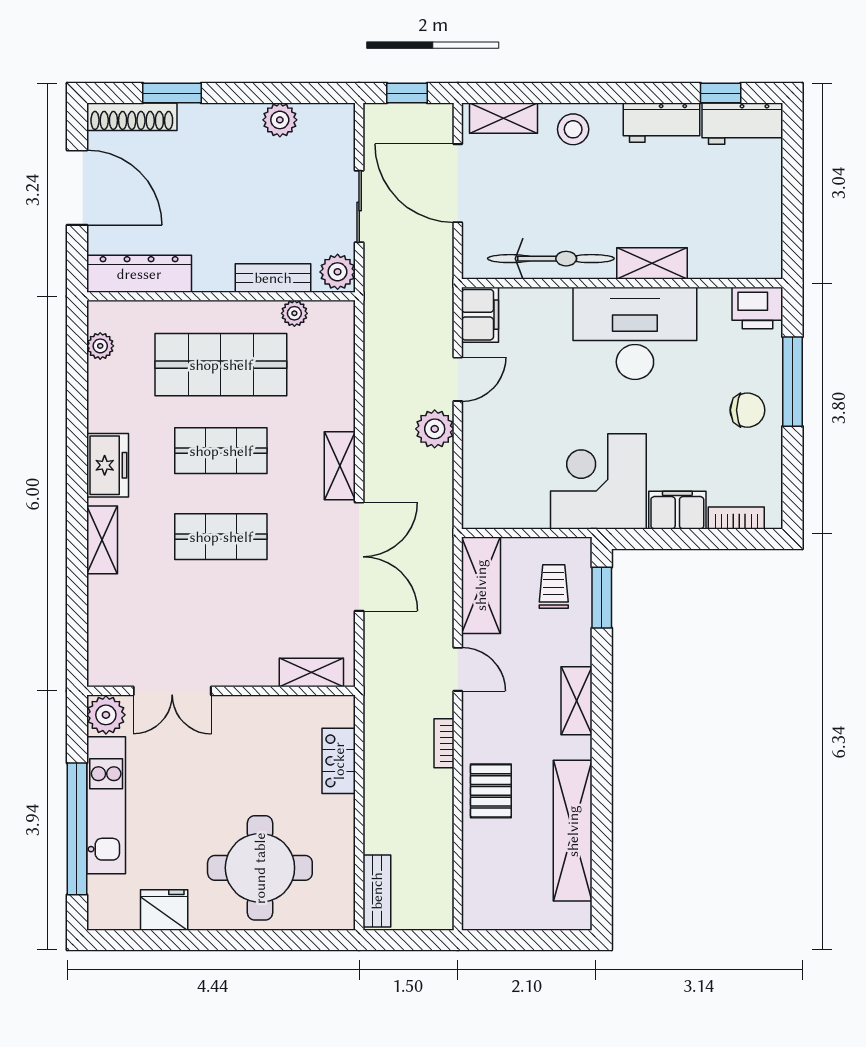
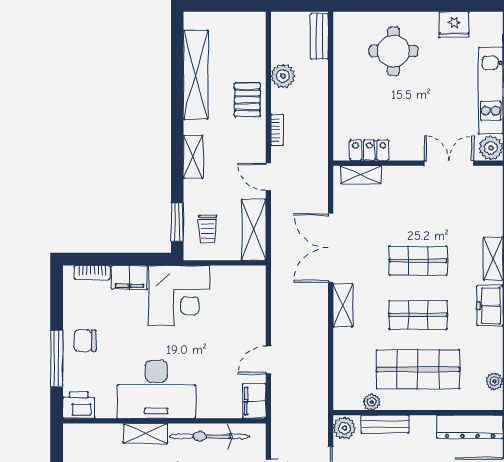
plant: (435, 429) -> (283, 76), moved
locker: (339, 761) -> (369, 150), moved, turned -90
round table: (260, 868) -> (393, 51), width x0.73, depth x0.73

